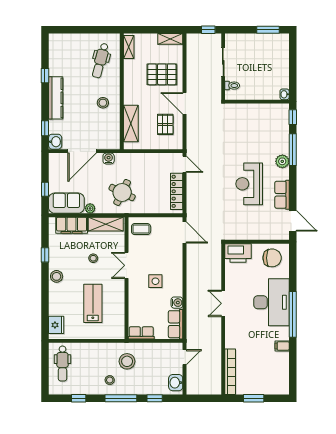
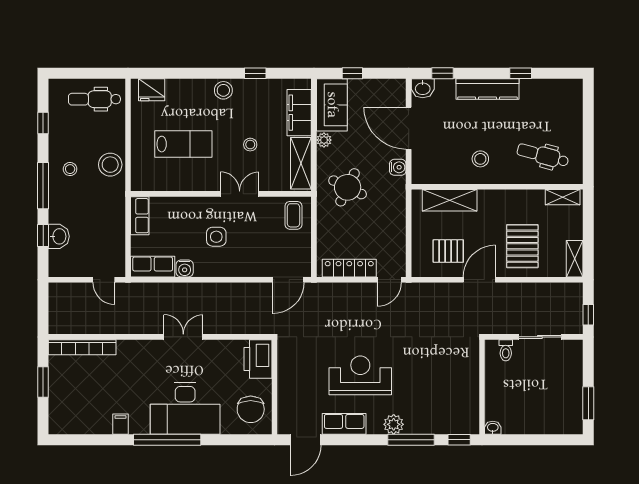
stool: (127, 361) -> (110, 165), moved
washbasin: (176, 383) -> (59, 236), moved, turned 90

